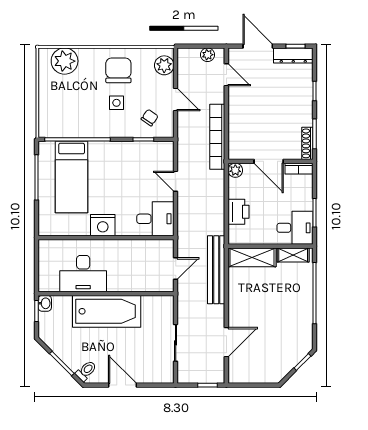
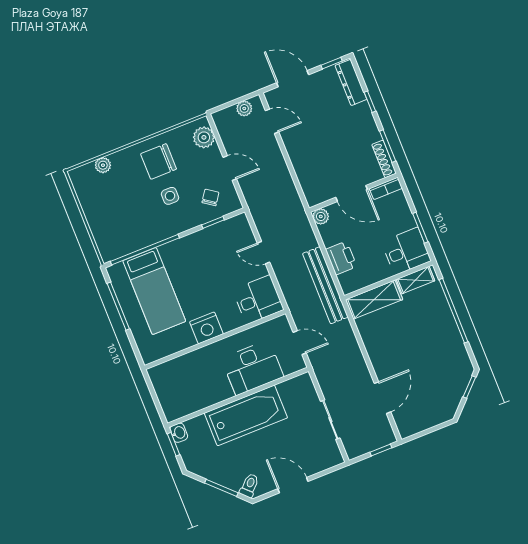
dresser: (293, 55) -> (351, 82), moved, turned 90
plant: (65, 61) -> (103, 165), width x0.53, depth x0.53
chair: (118, 70) -> (159, 161), turned -90
bookcase: (217, 137) -> (288, 189), removed
door: (176, 268) -> (300, 343), hinge flipped
bench: (216, 270) -> (325, 285), moved
desk: (83, 274) -> (252, 368), moved

